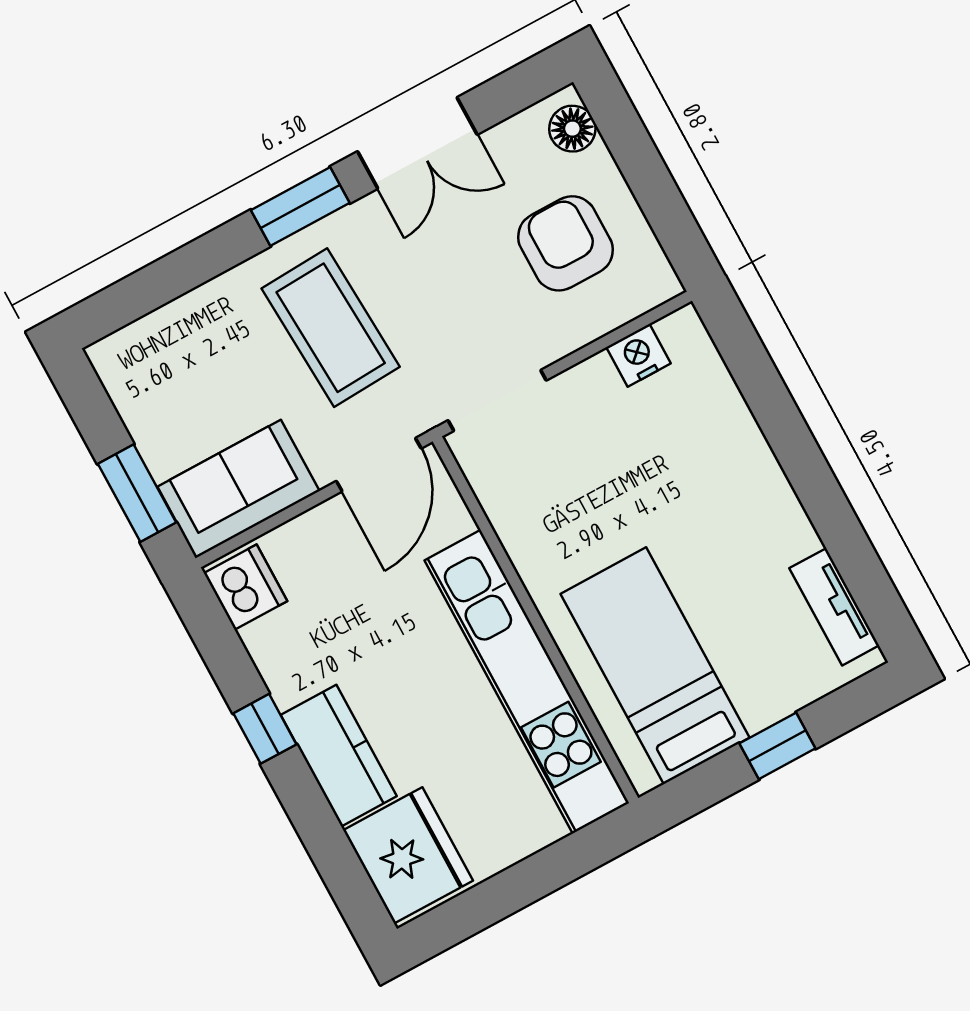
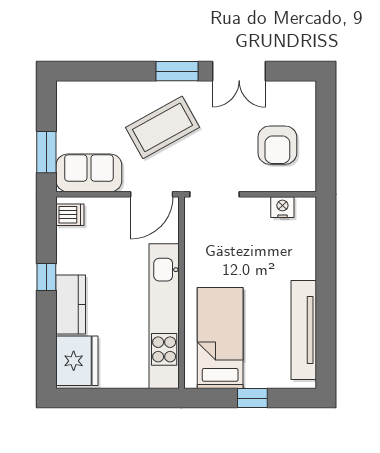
floor lamp: (572, 129) -> (306, 100), removed
armchair: (566, 243) -> (277, 145), turned 180
coffee table: (331, 328) -> (162, 127), turned 64
dishwasher: (245, 587) -> (70, 215), width x0.73
tv unit: (834, 607) -> (304, 330), width x1.92, depth x1.29

